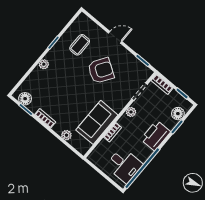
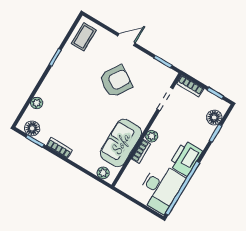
coffee table: (80, 45) -> (84, 37), moved
plant: (44, 64) -> (37, 103), moved
plant: (131, 112) -> (152, 136), moved
plant: (66, 135) -> (103, 173), moved
printer: (156, 136) -> (186, 158), moved
desk: (124, 165) -> (161, 188), width x1.37

